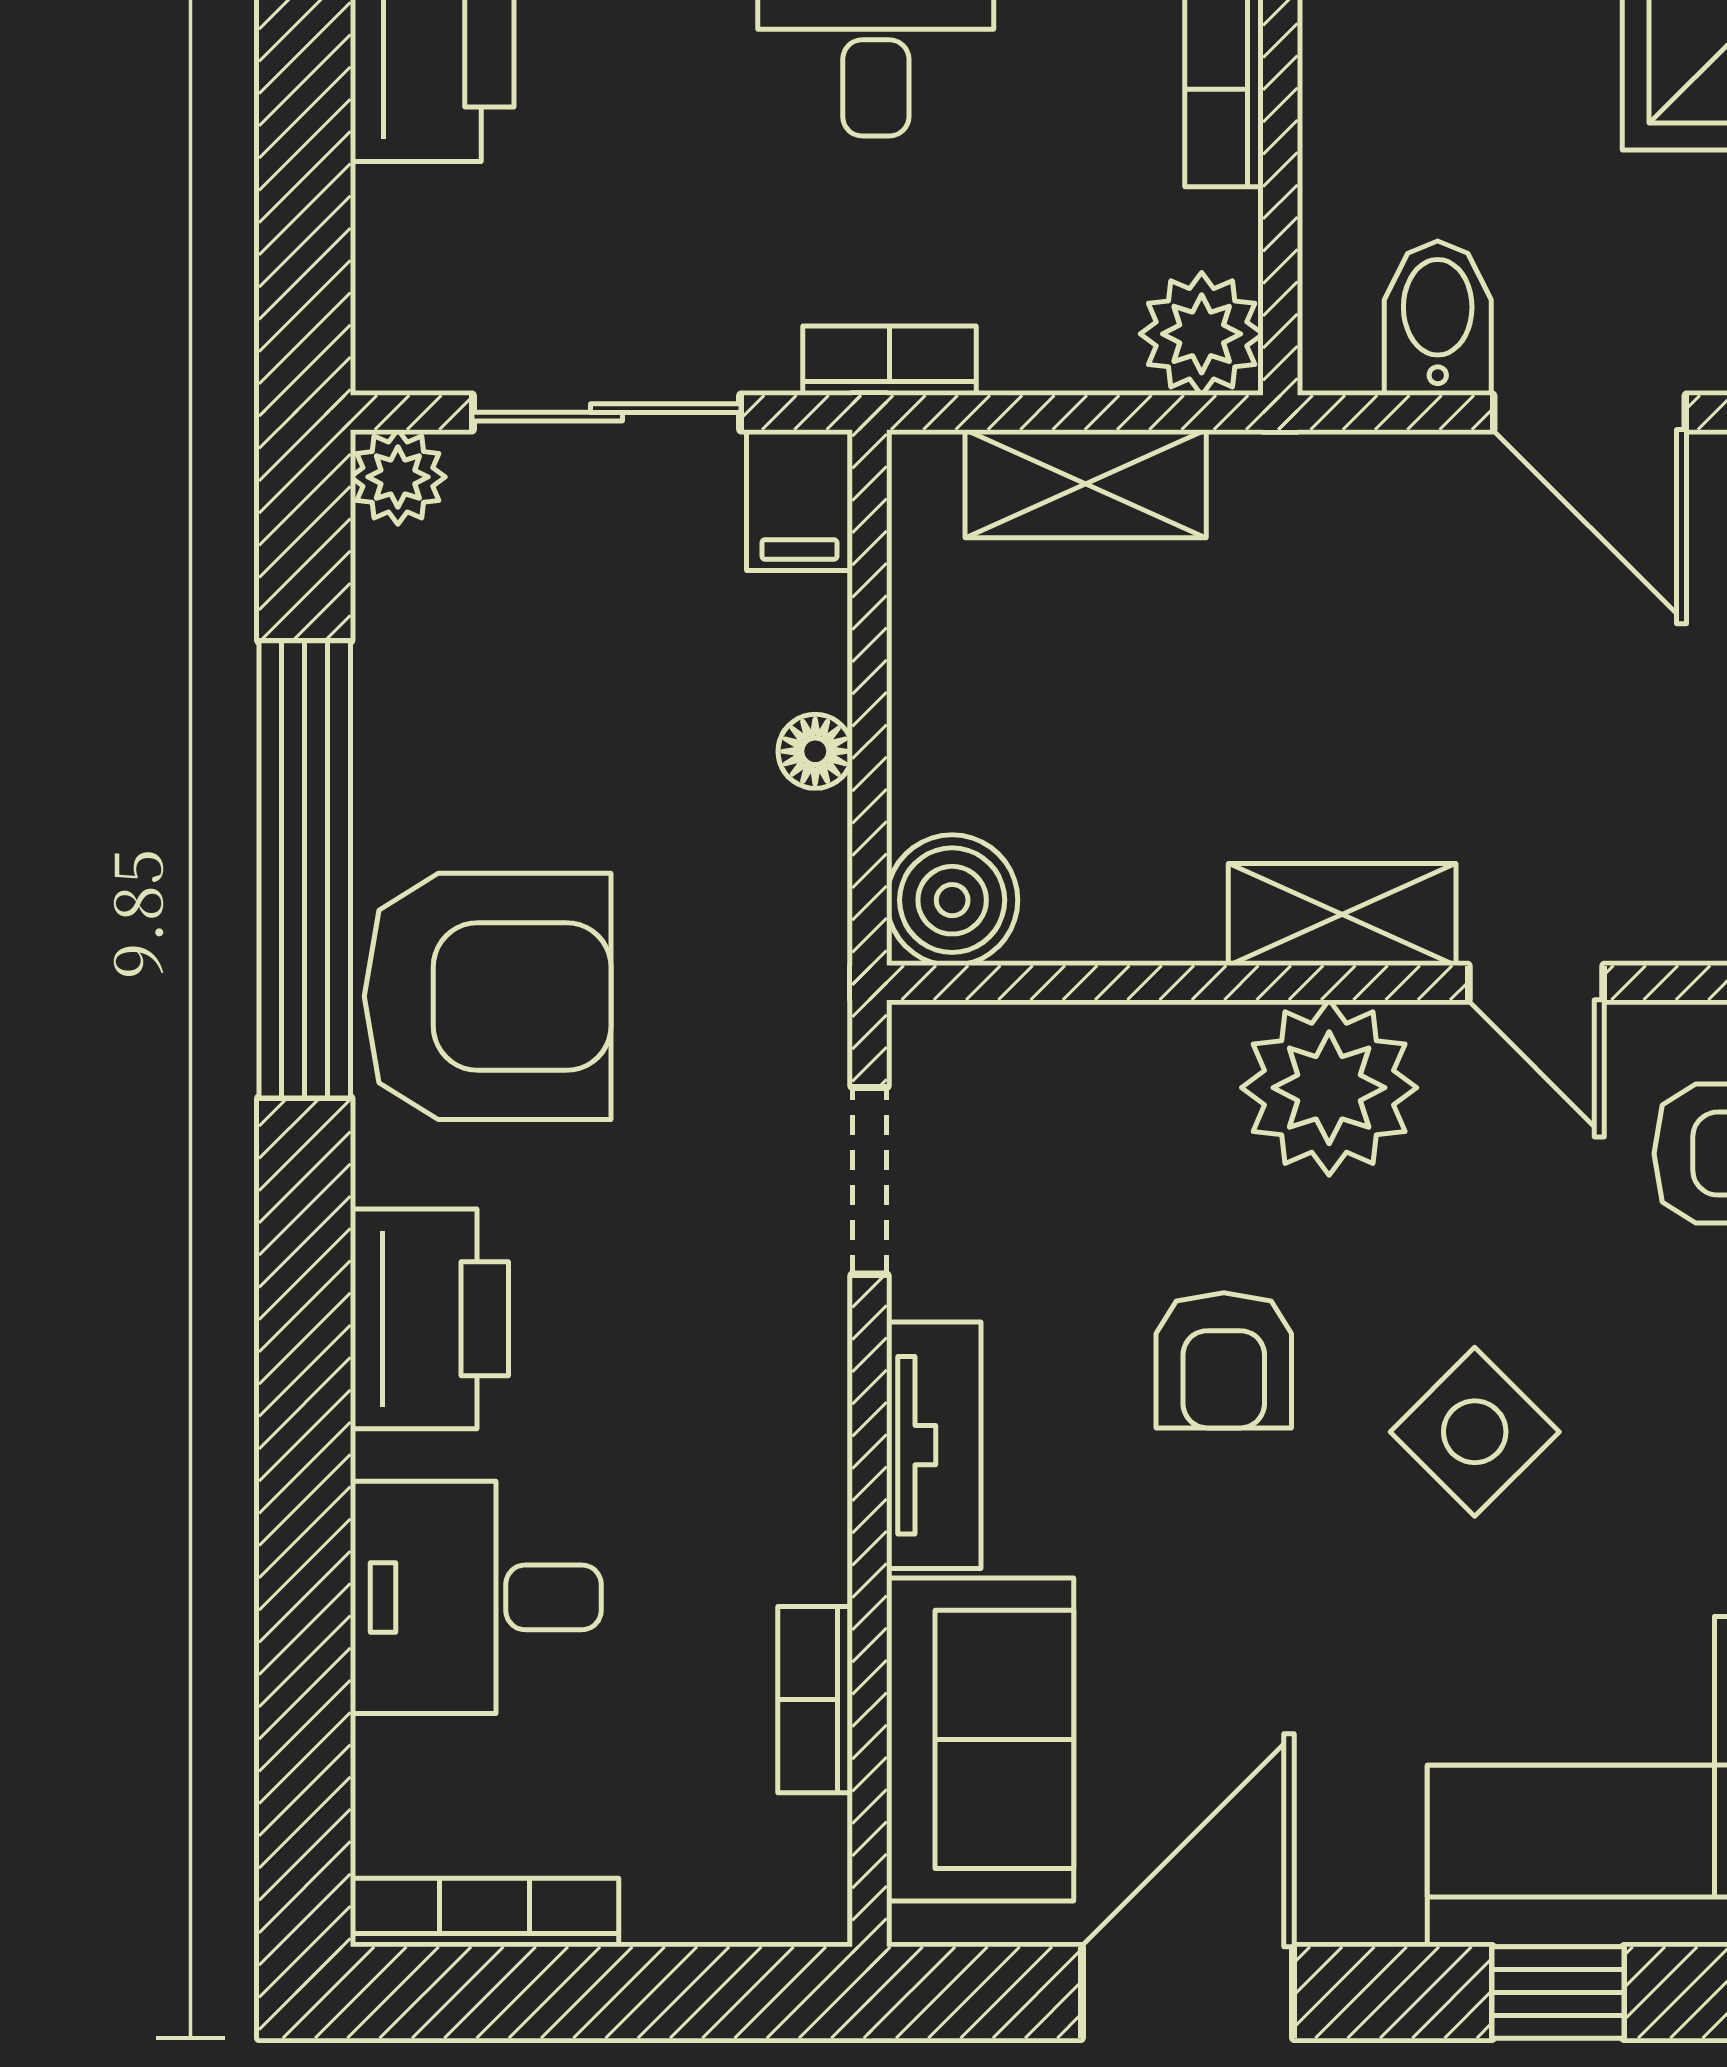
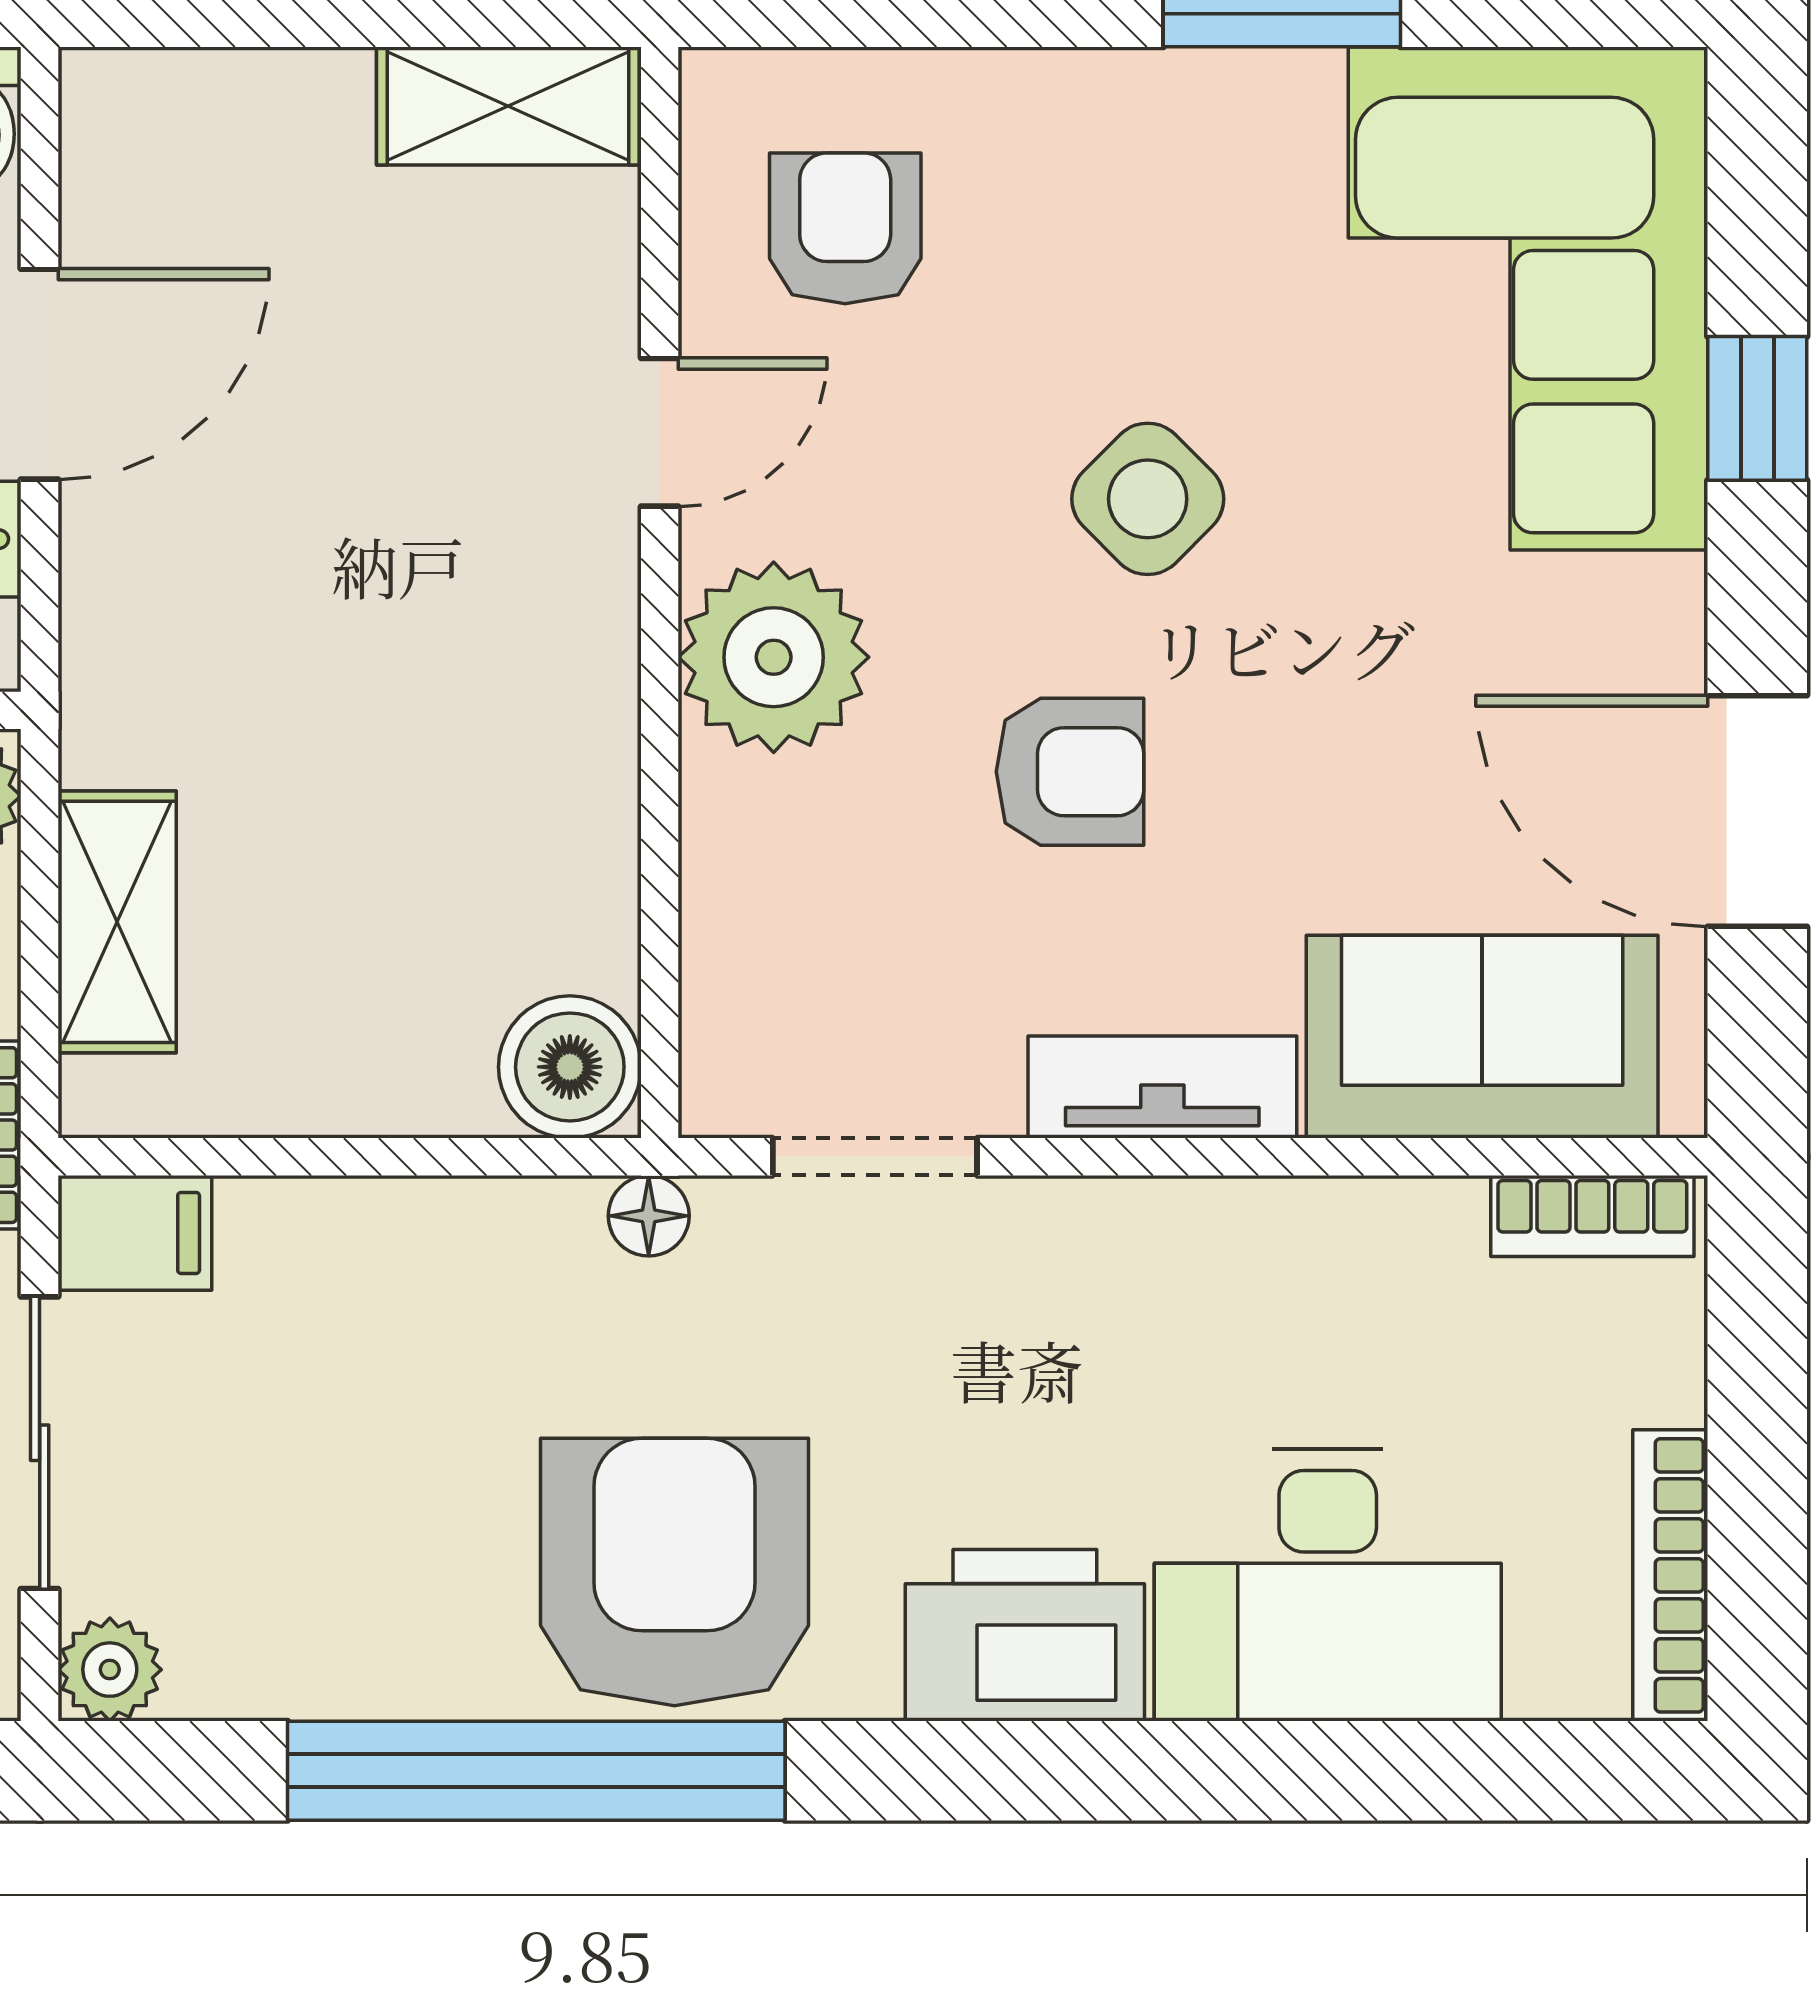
floor lamp: (815, 751) -> (649, 1216), moved
shelving: (1342, 915) -> (585, 643), removed
desk: (476, 1597) -> (1328, 1585), width x1.37
bookcase: (815, 1700) -> (1592, 1216), moved

